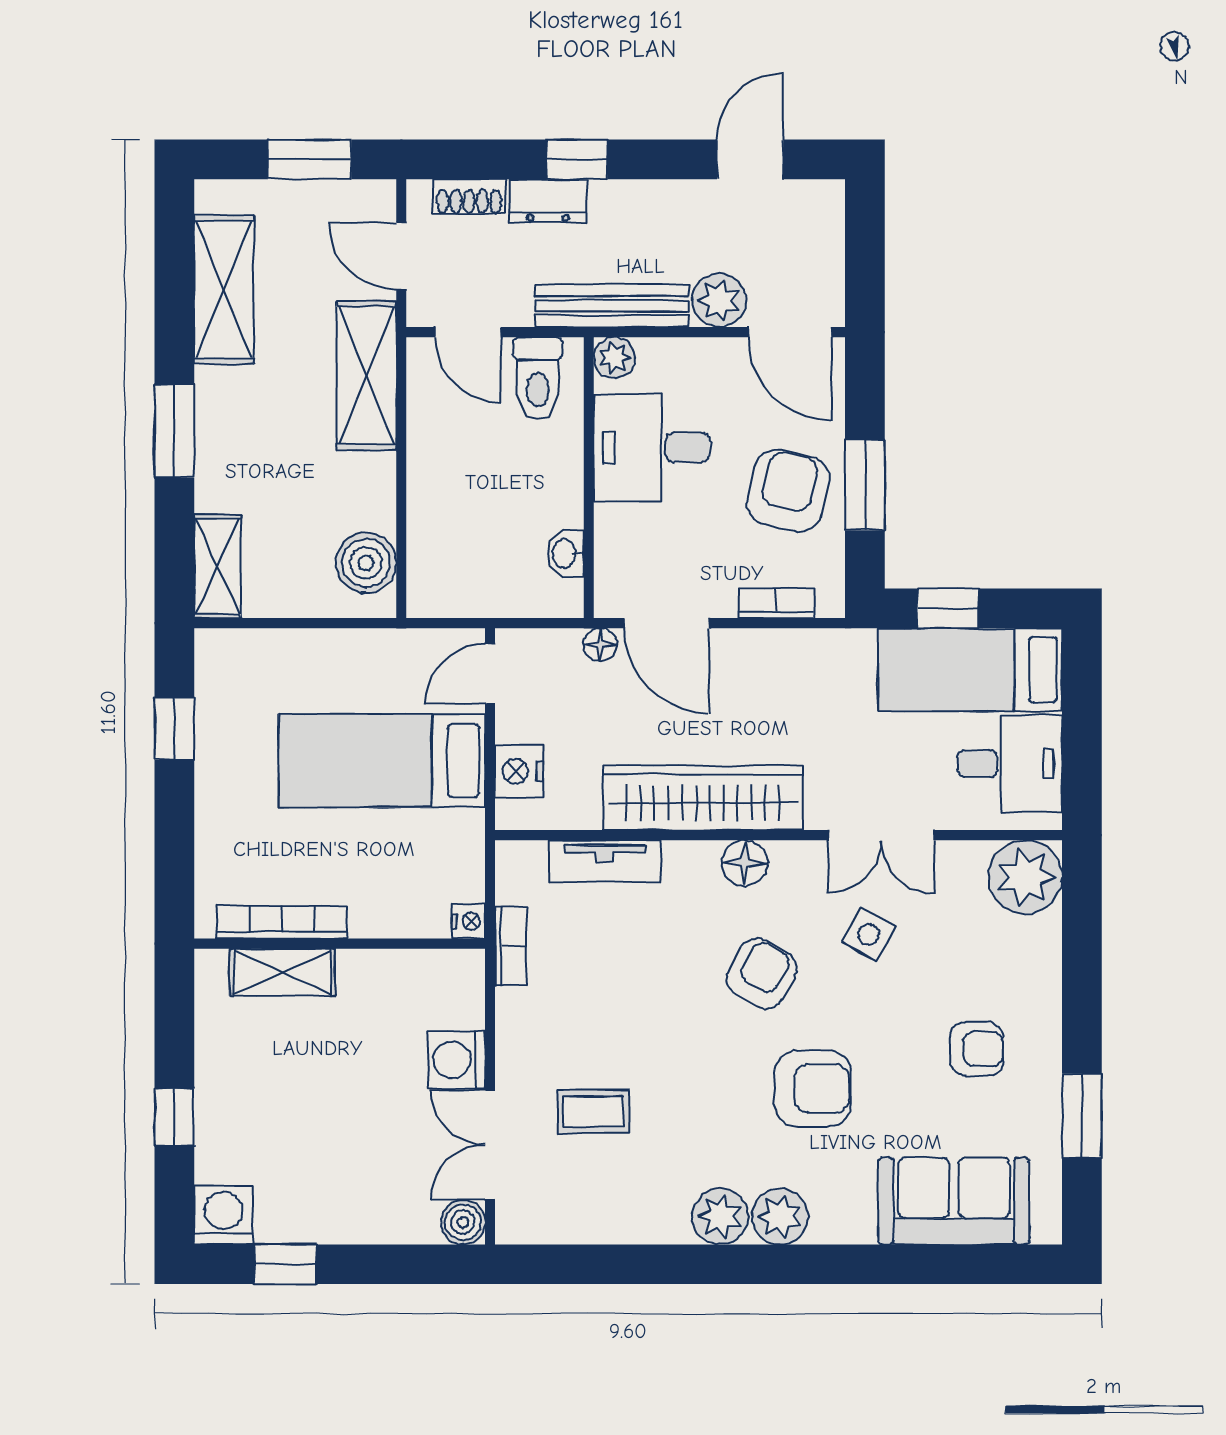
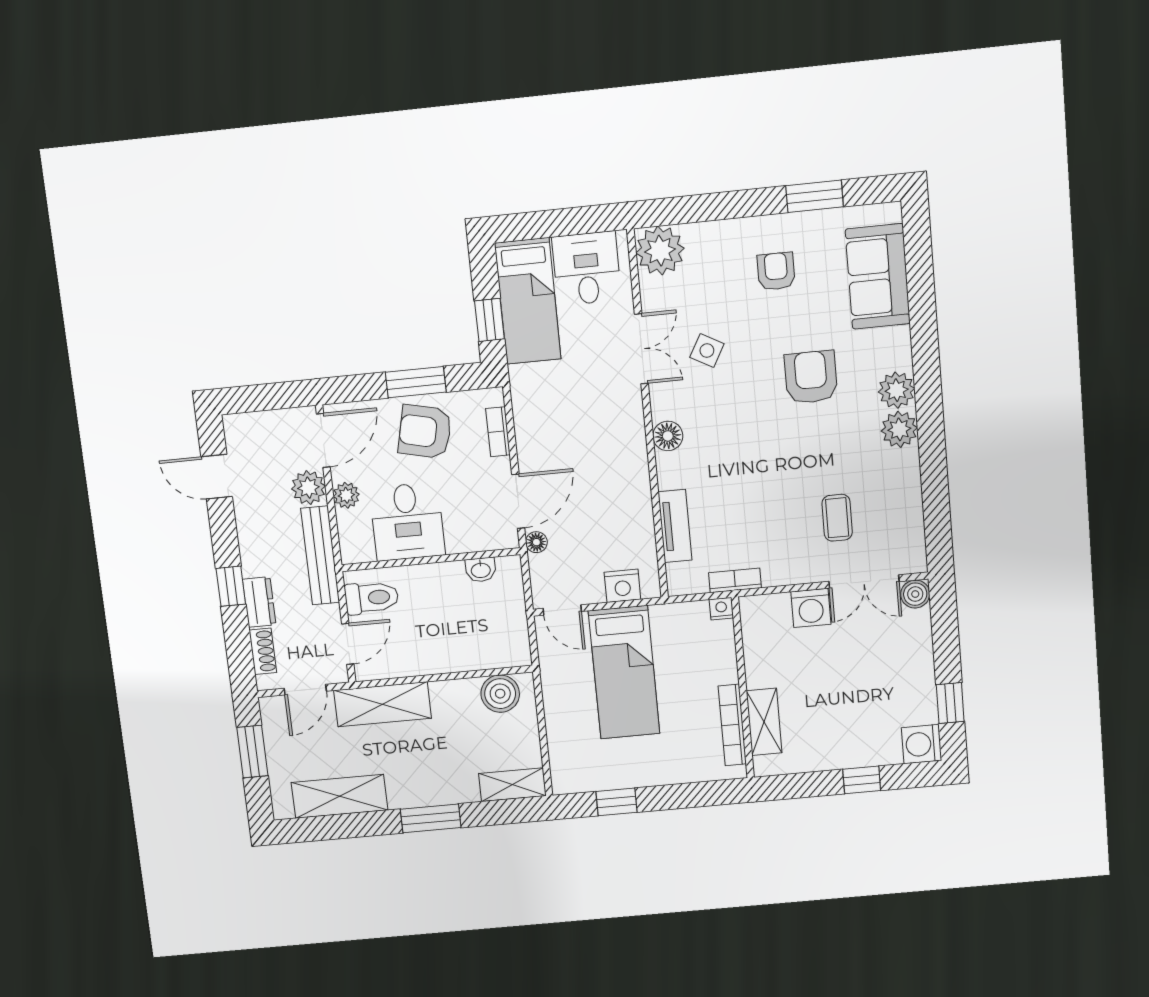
plant: (614, 358) -> (346, 495), moved
wardrobe: (703, 798) -> (628, 467), removed
armchair: (762, 974) -> (739, 418), removed

